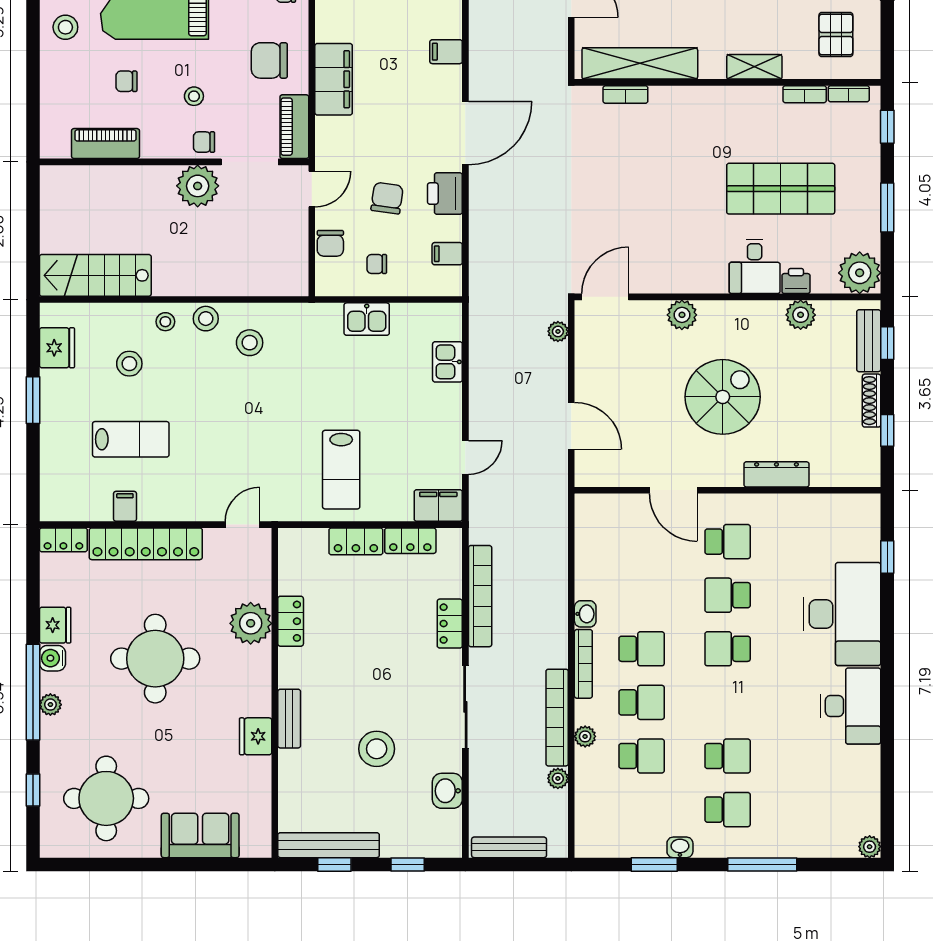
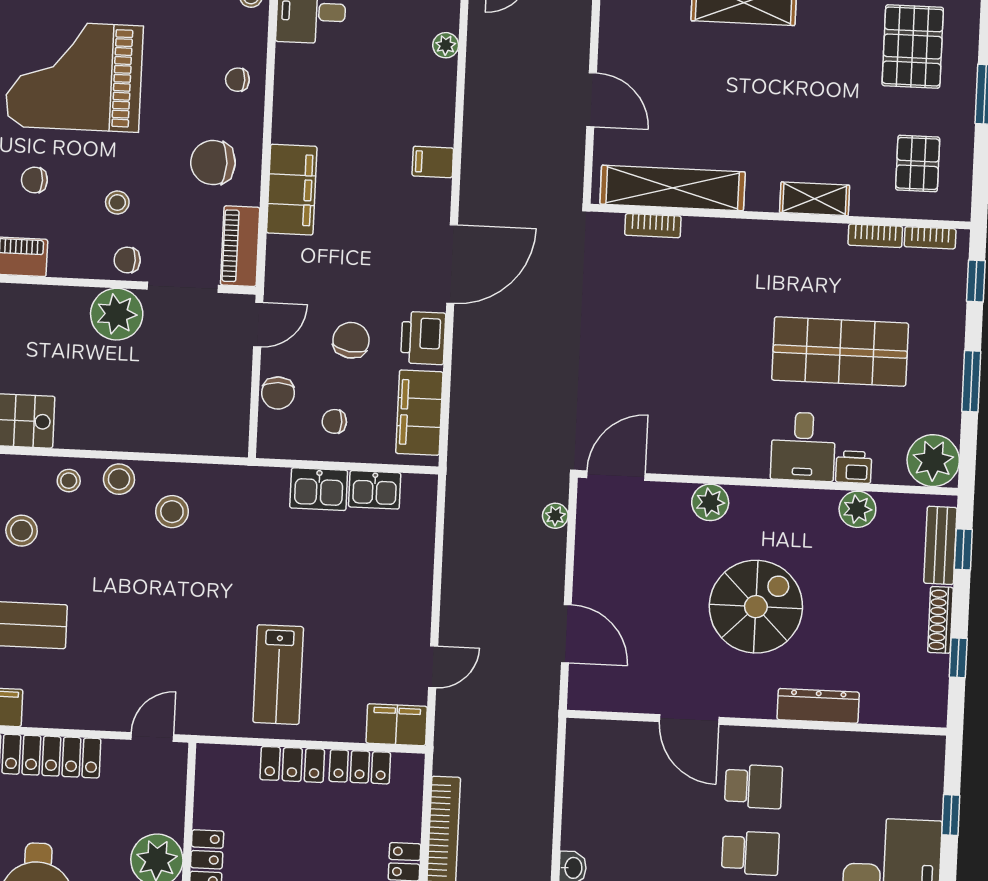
filing cabinet: (447, 254) -> (419, 413), width x3.00, depth x1.17
kitchen sink: (447, 362) -> (375, 490), moved, turned -90
school desk: (728, 595) -> (750, 853), turned 180

